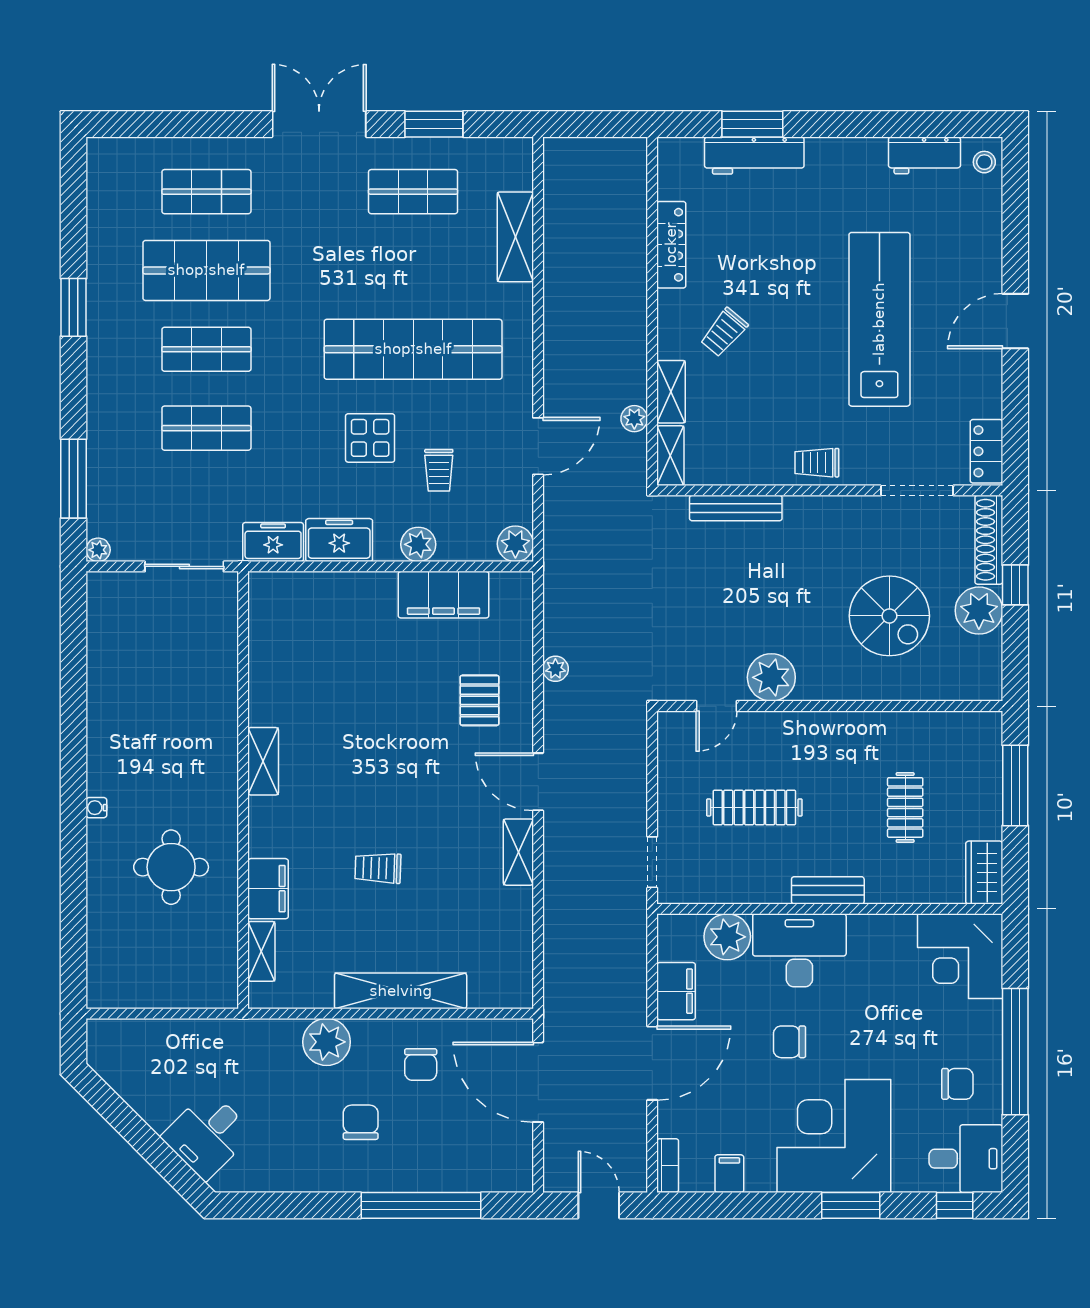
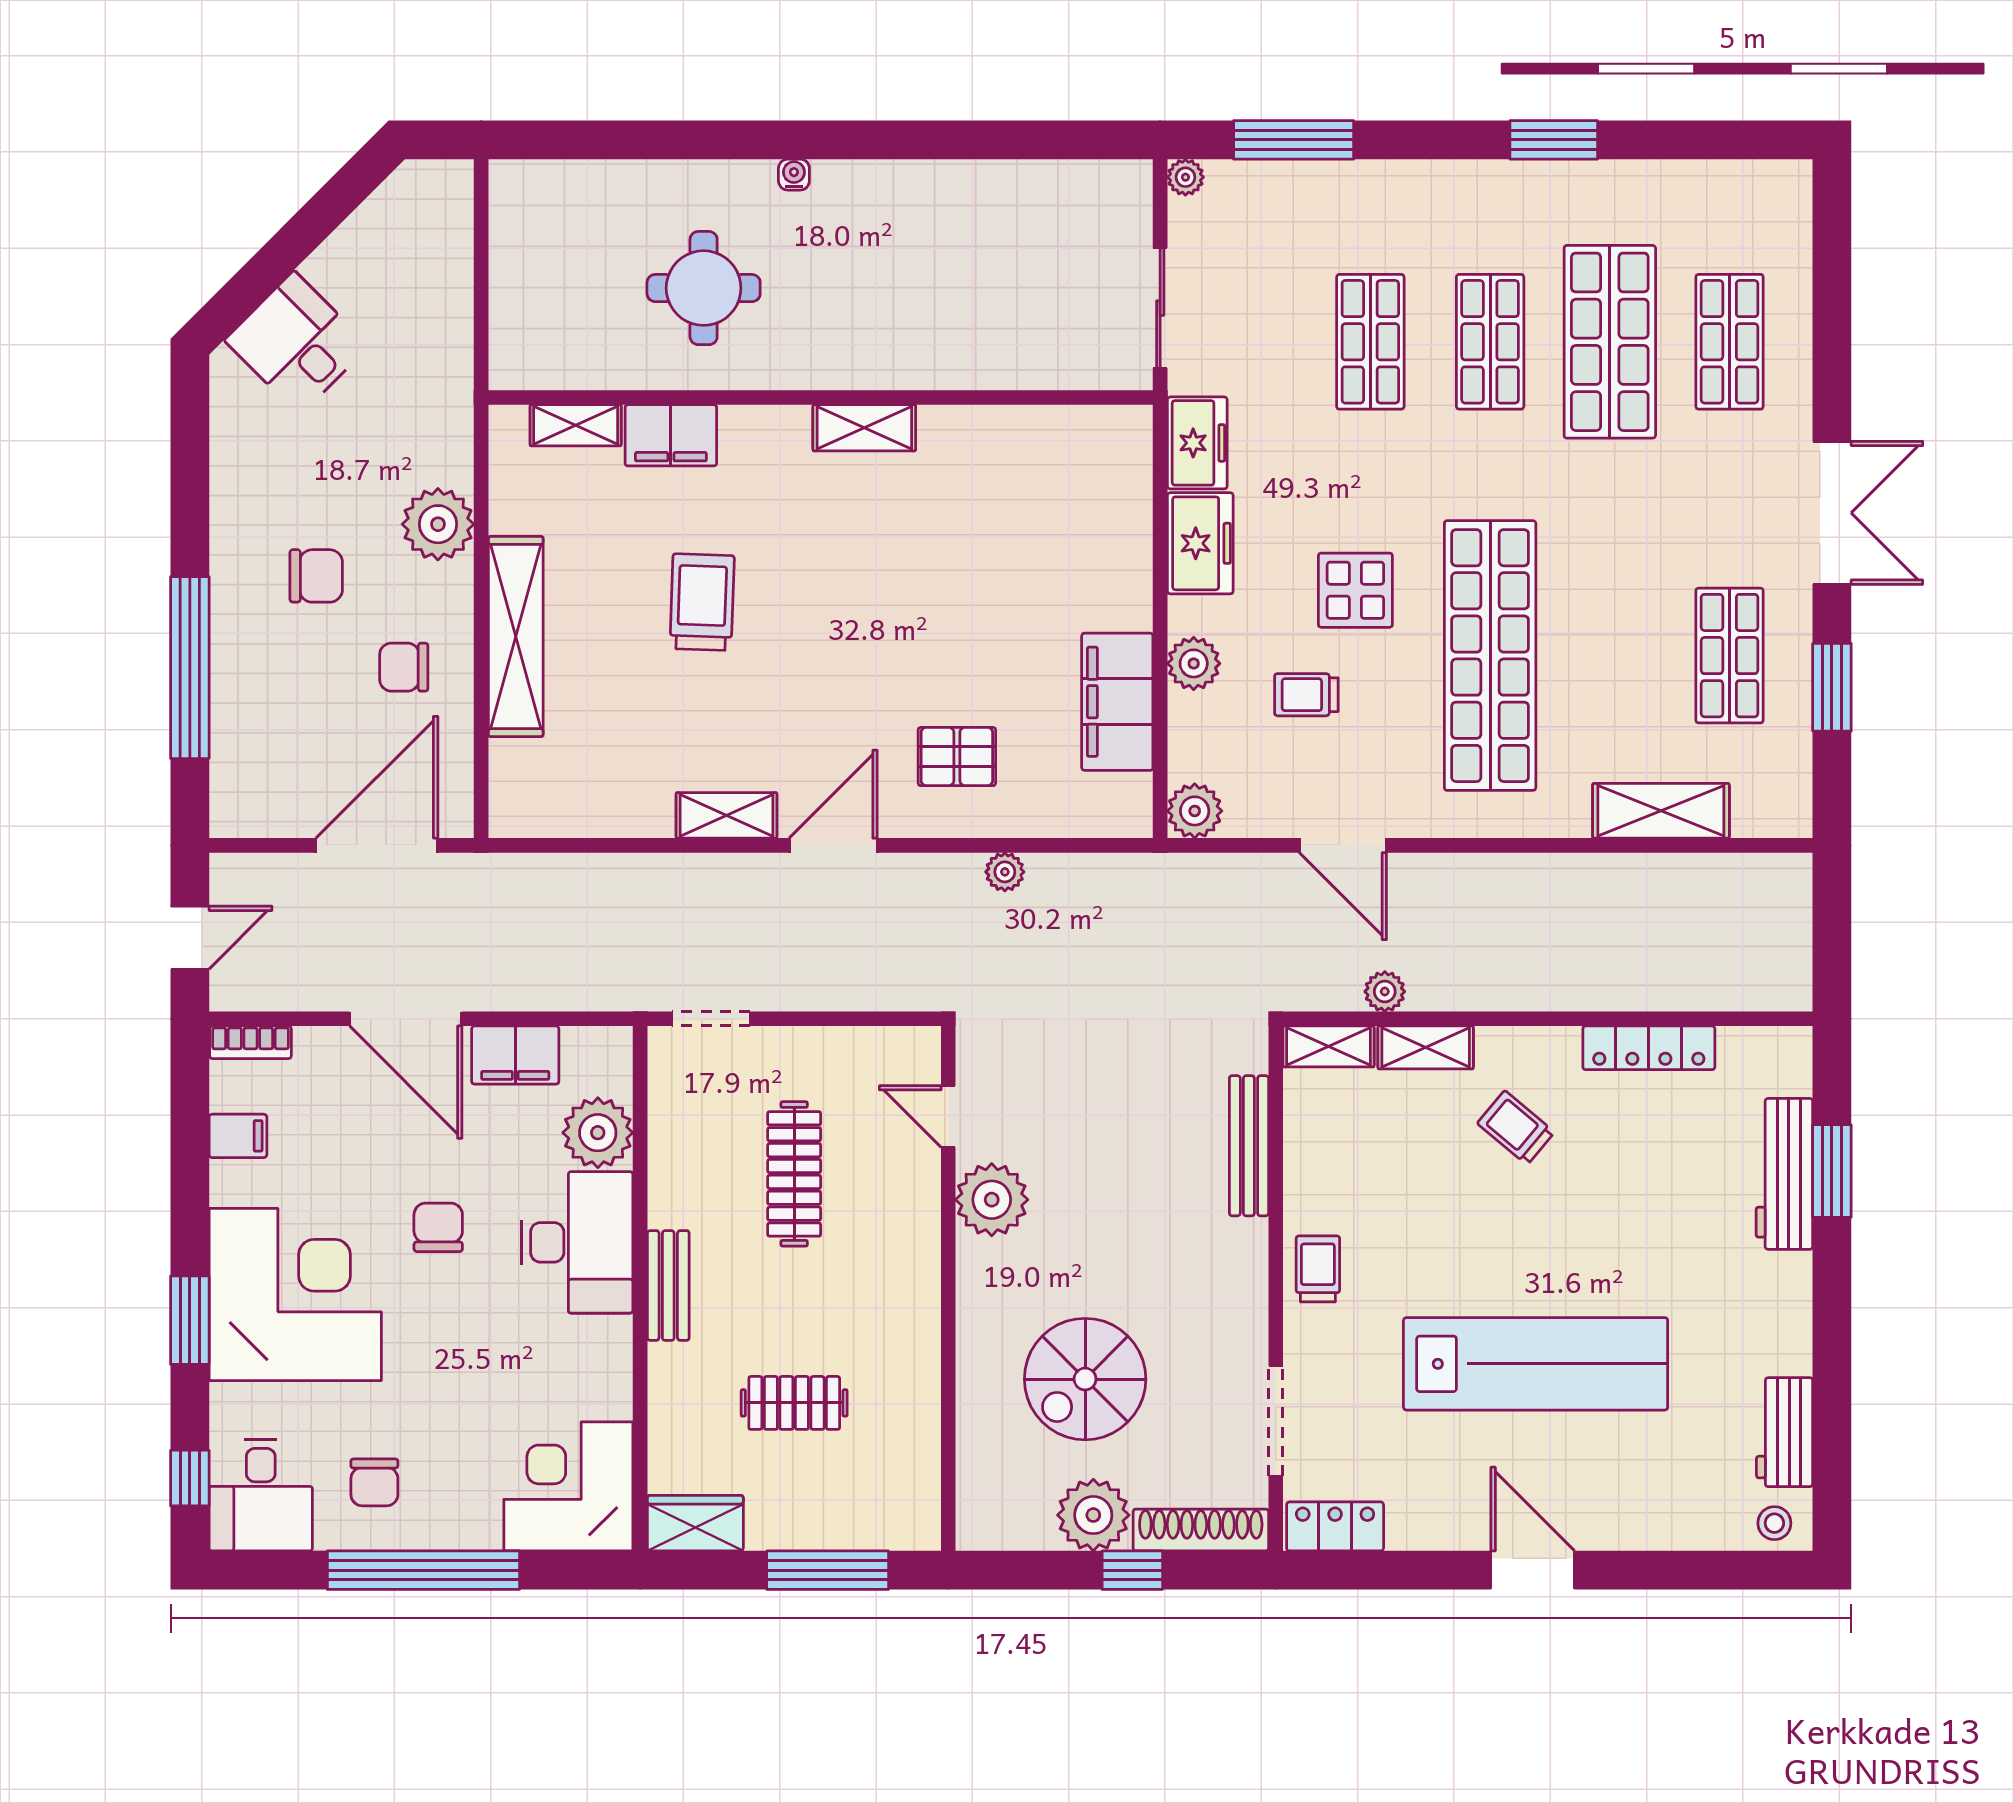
trolley: (378, 868) -> (702, 602), width x1.36, depth x1.39

